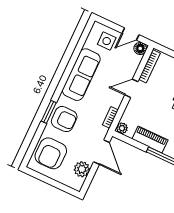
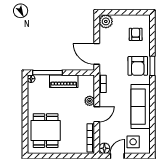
armchair: (64, 119) -> (138, 66), turned -90
plant: (122, 128) -> (90, 101), moved
armchair: (51, 153) -> (136, 34), width x0.53, depth x0.53
plant: (82, 169) -> (106, 21), moved

